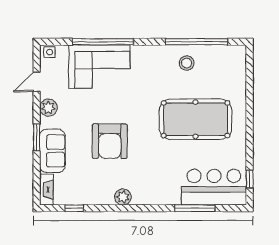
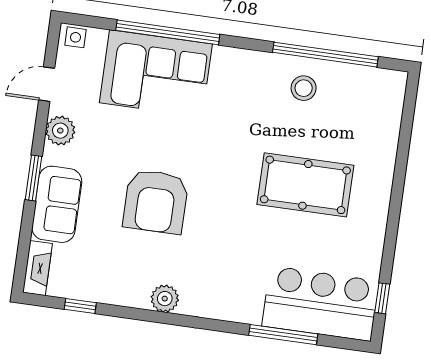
pool table: (196, 119) -> (305, 185), width x0.73, depth x0.76

